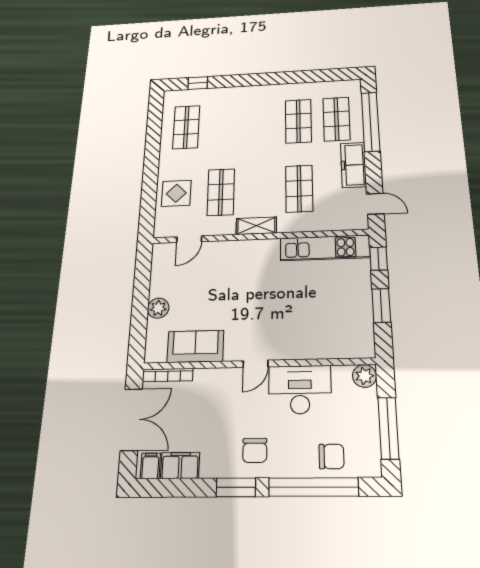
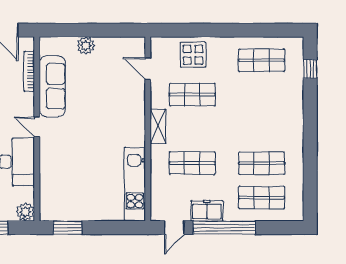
window: (370, 122) -> (224, 228), moved
freezer: (353, 165) -> (207, 211), width x0.71
window: (379, 259) -> (123, 228), removed
window: (381, 306) -> (68, 228), moved
sofa: (195, 346) -> (52, 86), width x1.36
bookcase: (168, 375) -> (29, 71), moved

